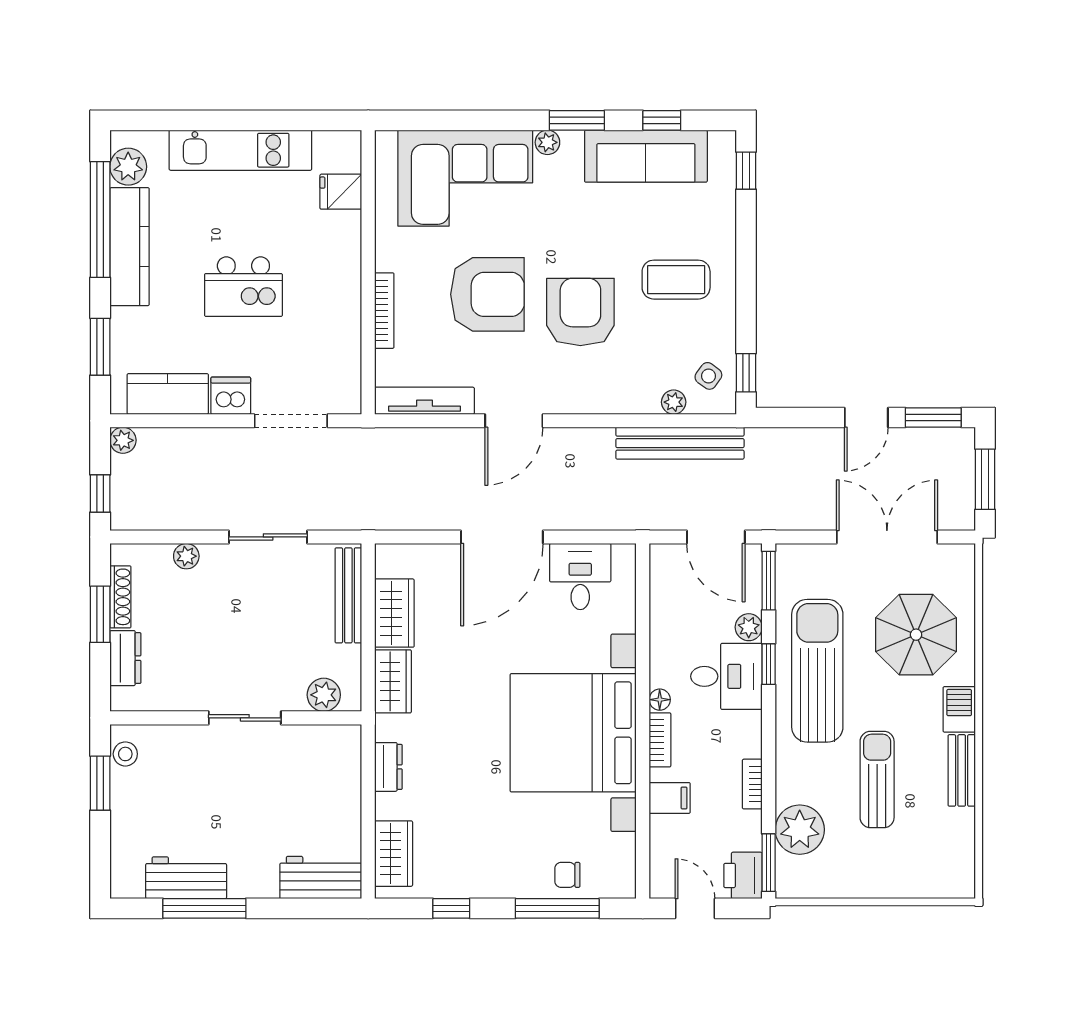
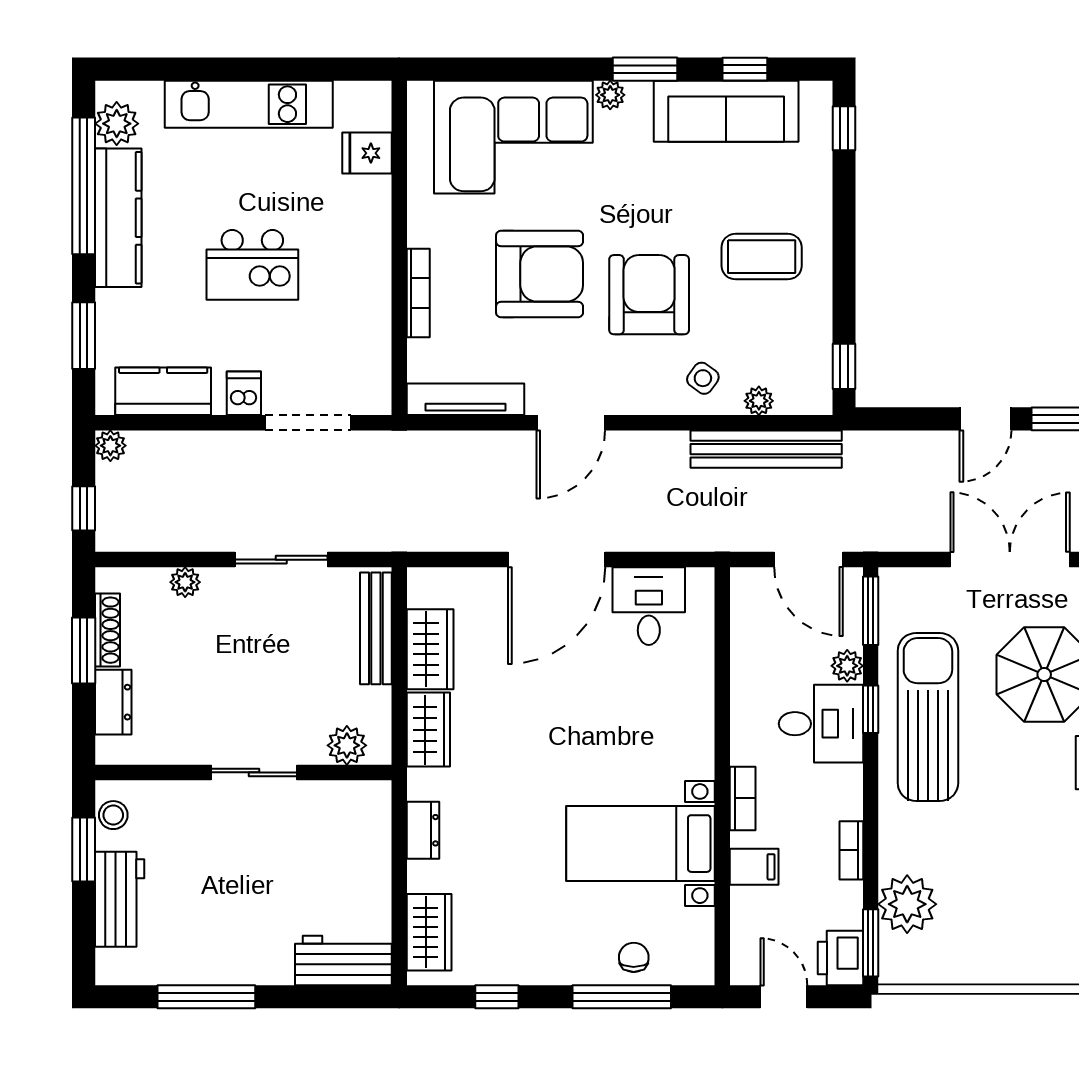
side table: (708, 376) -> (703, 378), moved
dishwasher: (231, 396) -> (244, 393), width x0.73
floor lamp: (660, 700) -> (742, 751), removed
bed with nightstands: (573, 733) -> (641, 844), width x0.54
sun lounger: (877, 780) -> (998, 845), removed
chair: (567, 875) -> (634, 957), turned 90
workbench: (186, 878) -> (120, 899), moved, turned 90

